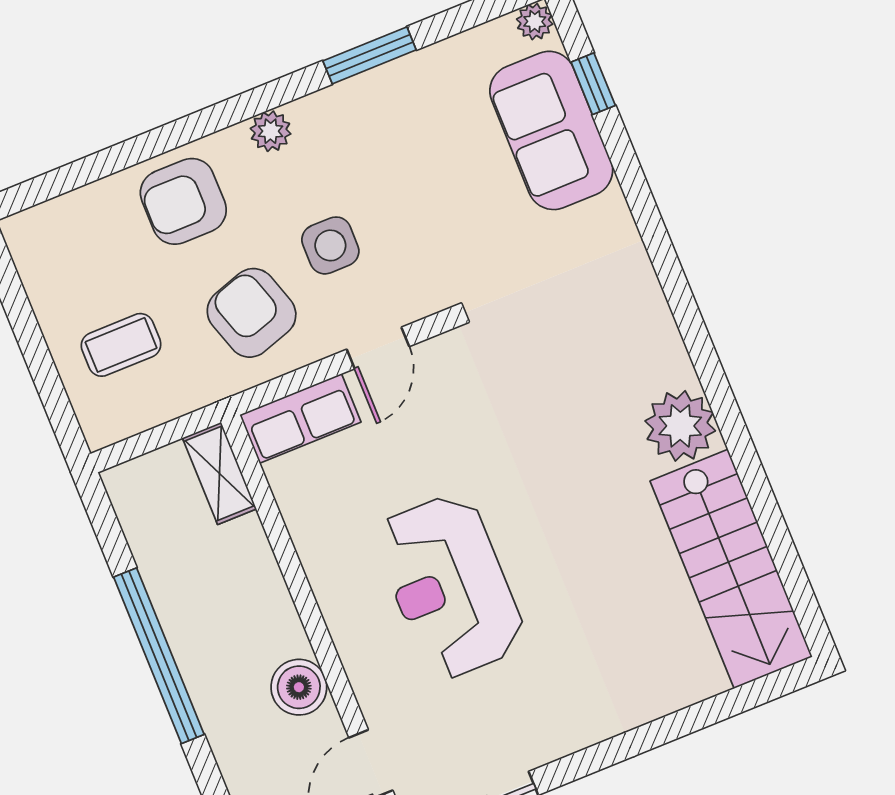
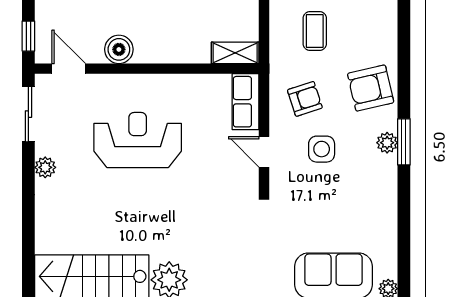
window: (370, 55) -> (404, 142), moved
armchair: (183, 201) -> (371, 88), turned -103
armchair: (252, 313) -> (305, 99), width x0.72, depth x0.72
plant: (567, 734) -> (45, 167), added

